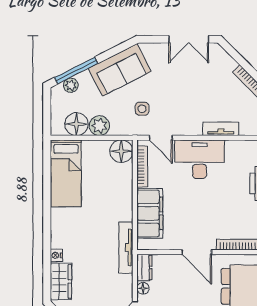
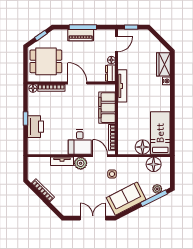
double door: (189, 39) -> (93, 218), moved
plant: (99, 126) -> (81, 163), moved
floor lamp: (121, 151) -> (143, 147), moved
desk: (200, 159) -> (80, 142), width x0.73

